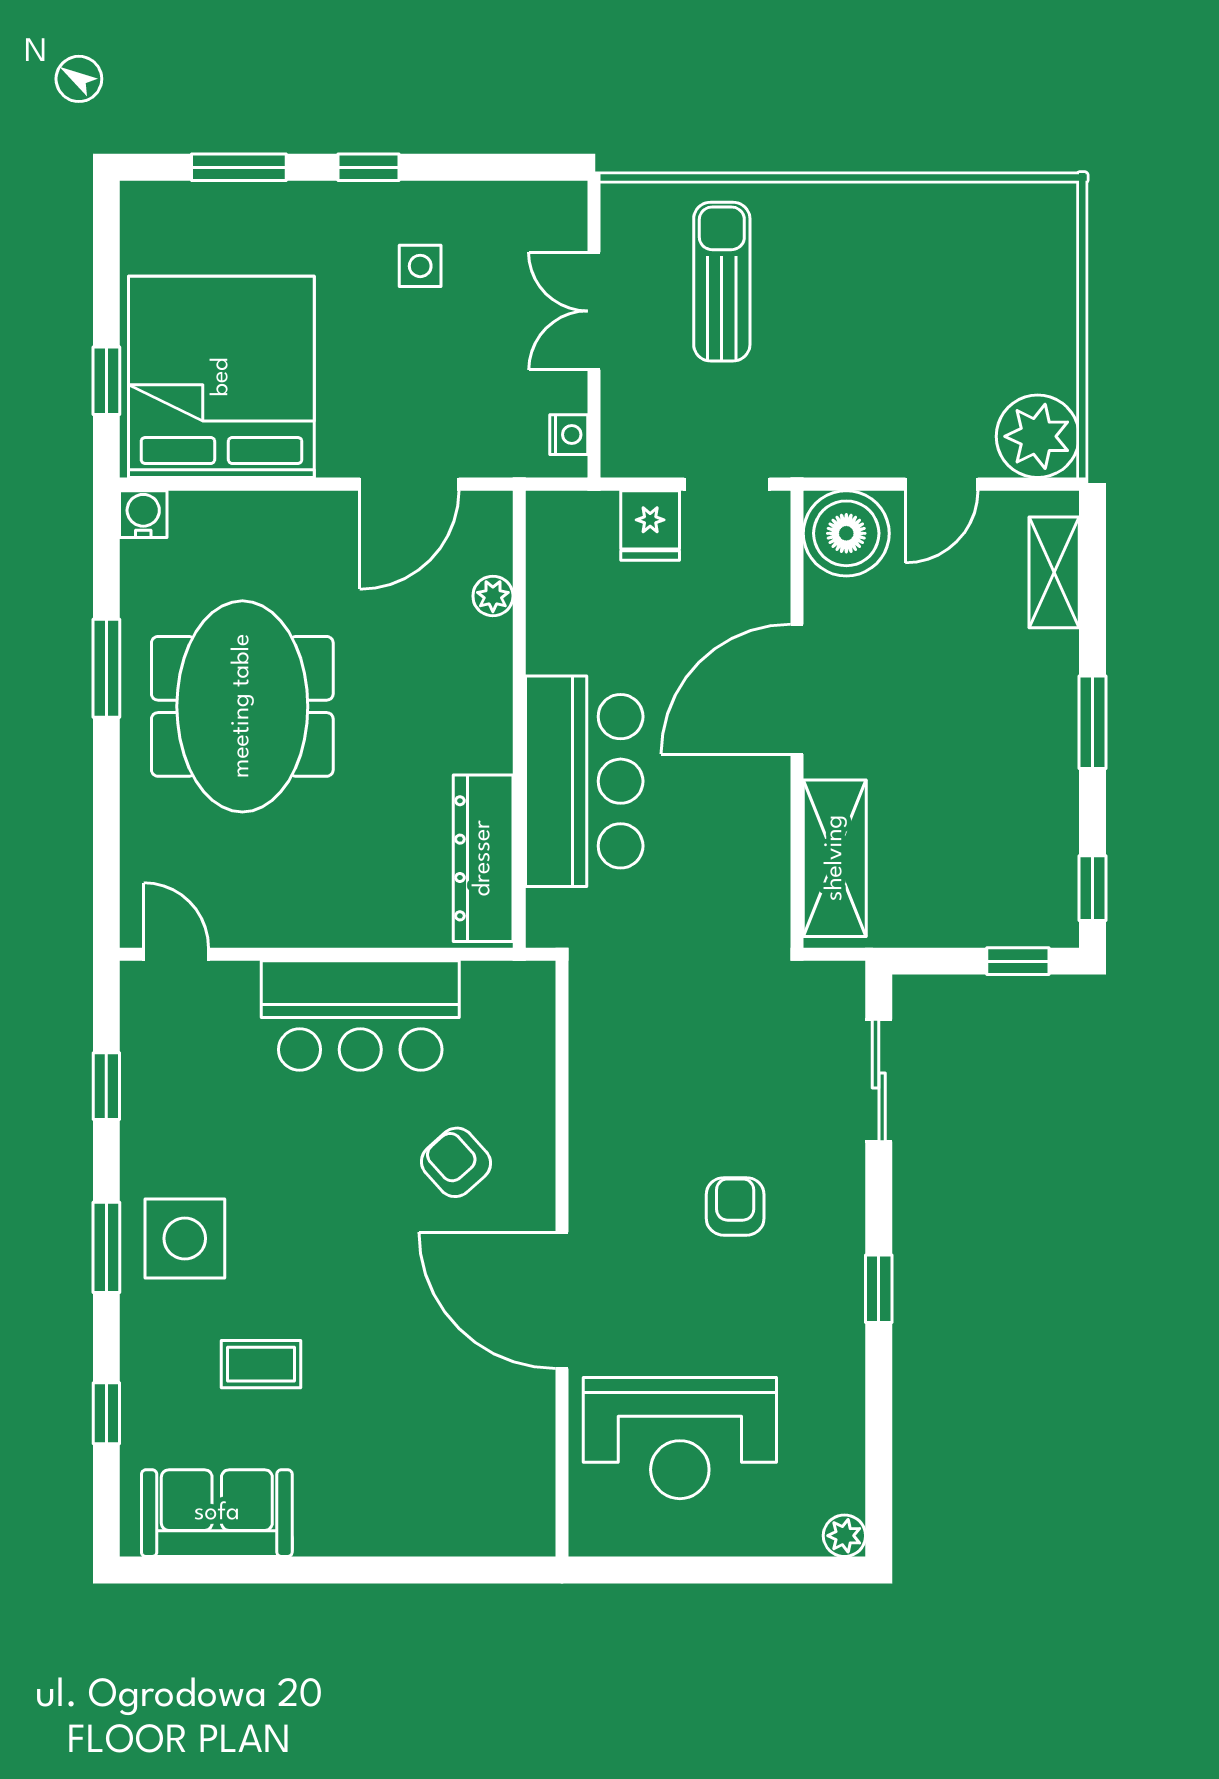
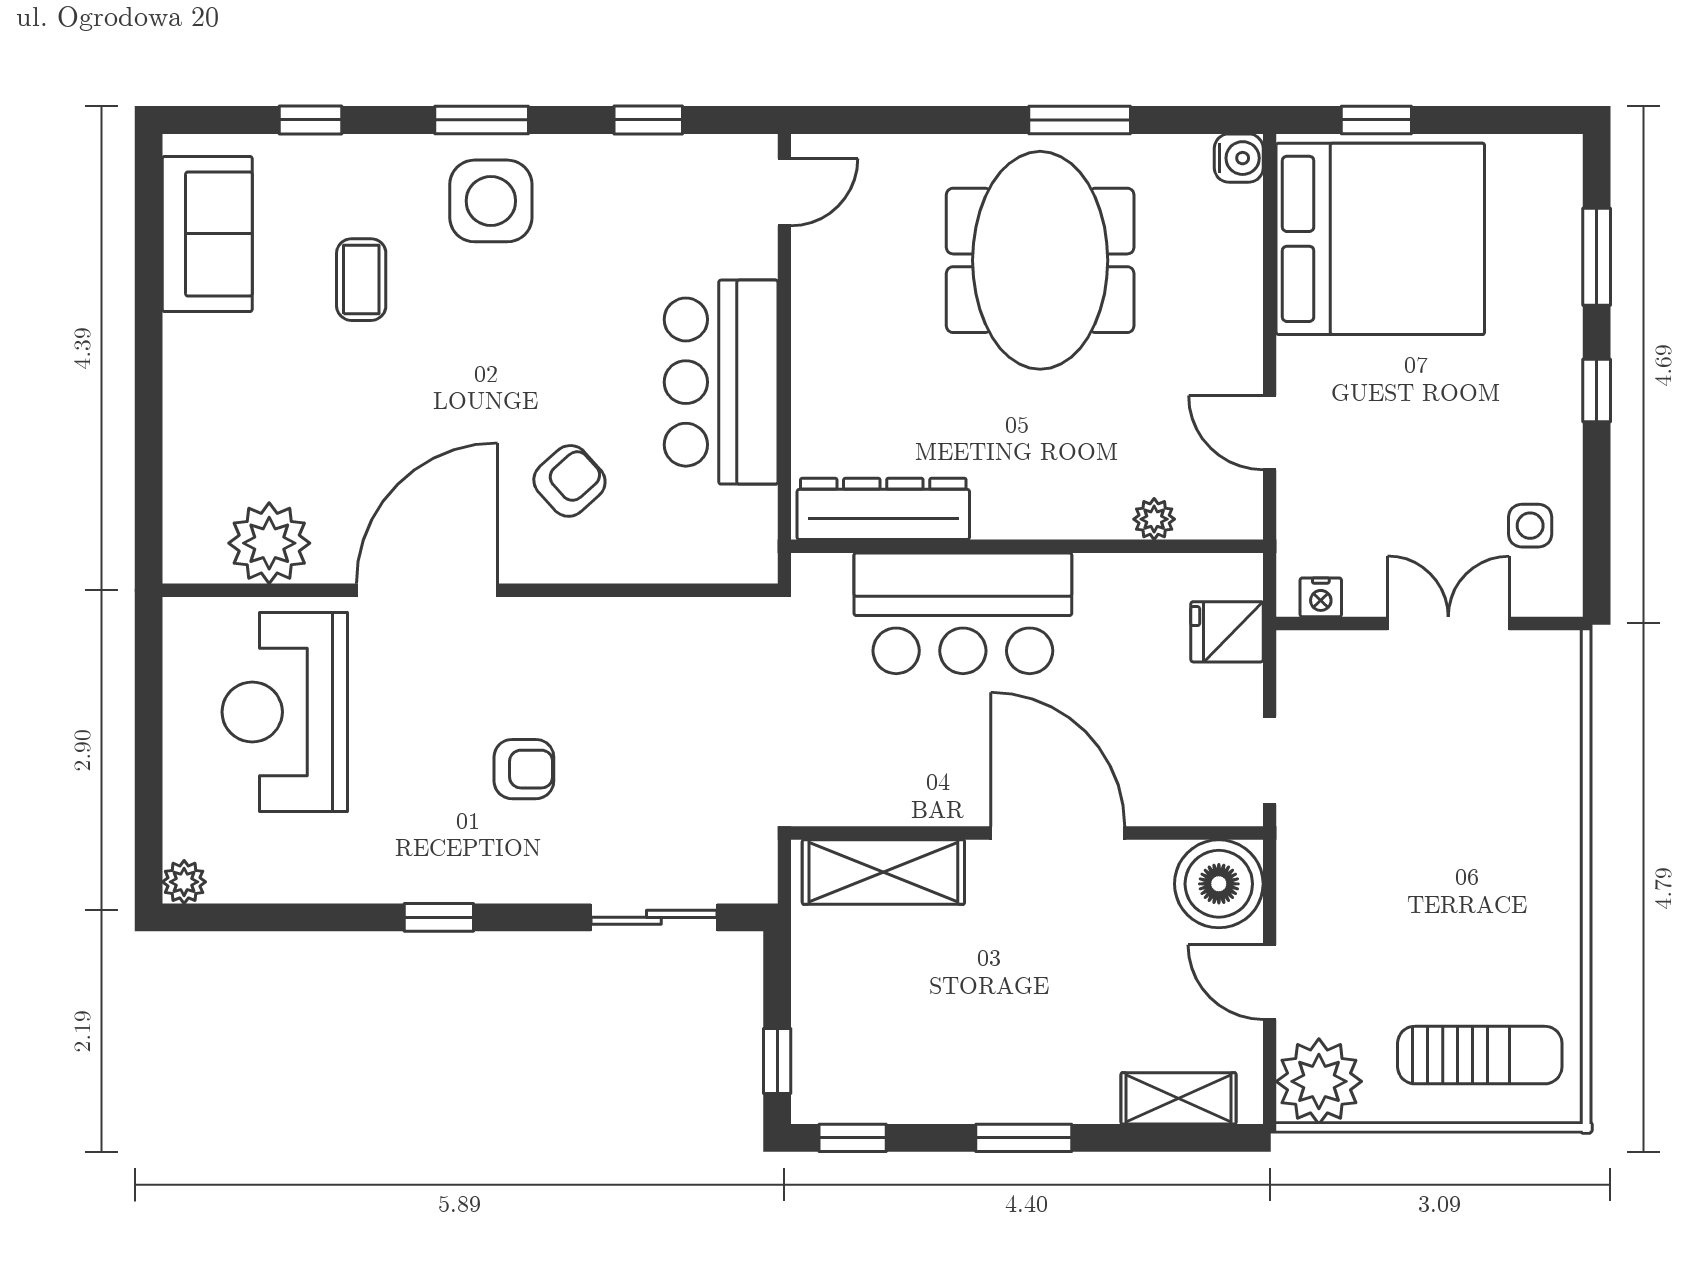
side table: (420, 266) -> (1530, 526), moved
sun lounger: (722, 282) -> (1480, 1055), moved
door: (409, 484) -> (1270, 433), width x0.73
fridge: (650, 525) -> (1227, 632), moved
meeting table: (242, 706) -> (1040, 260), turned 90
plant: (516, 1453) -> (269, 543), added

